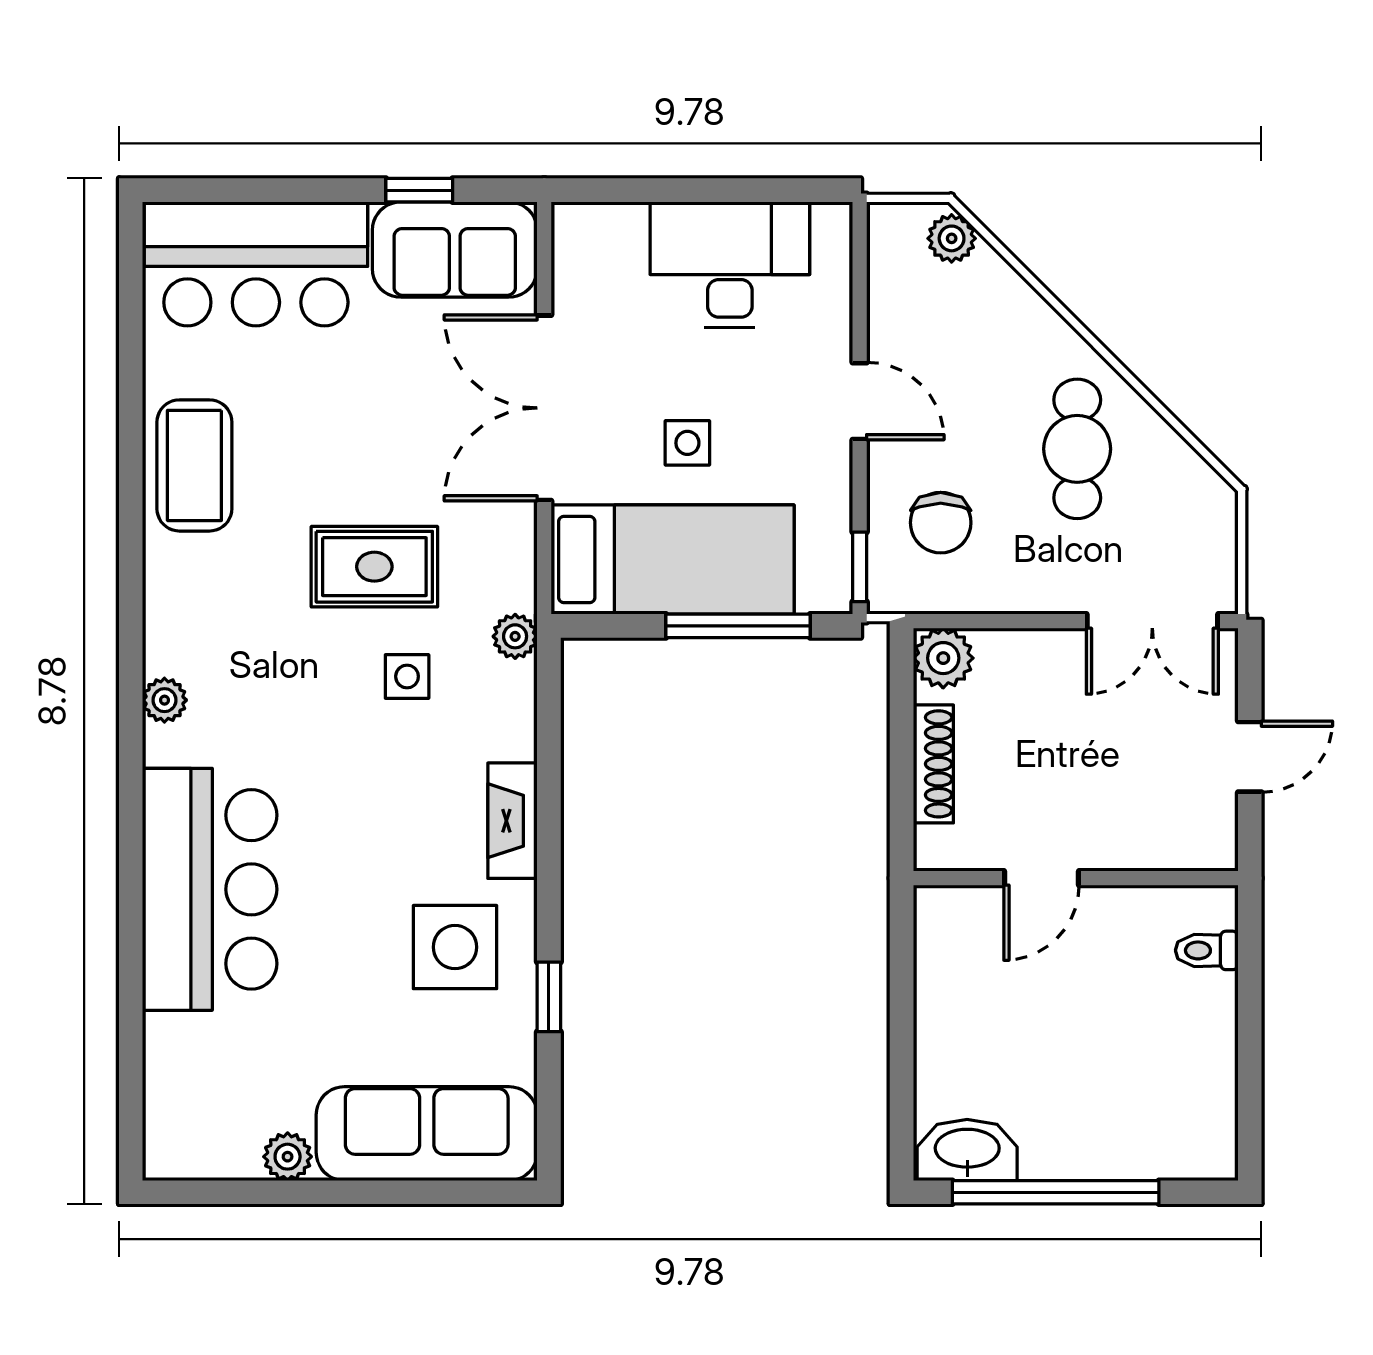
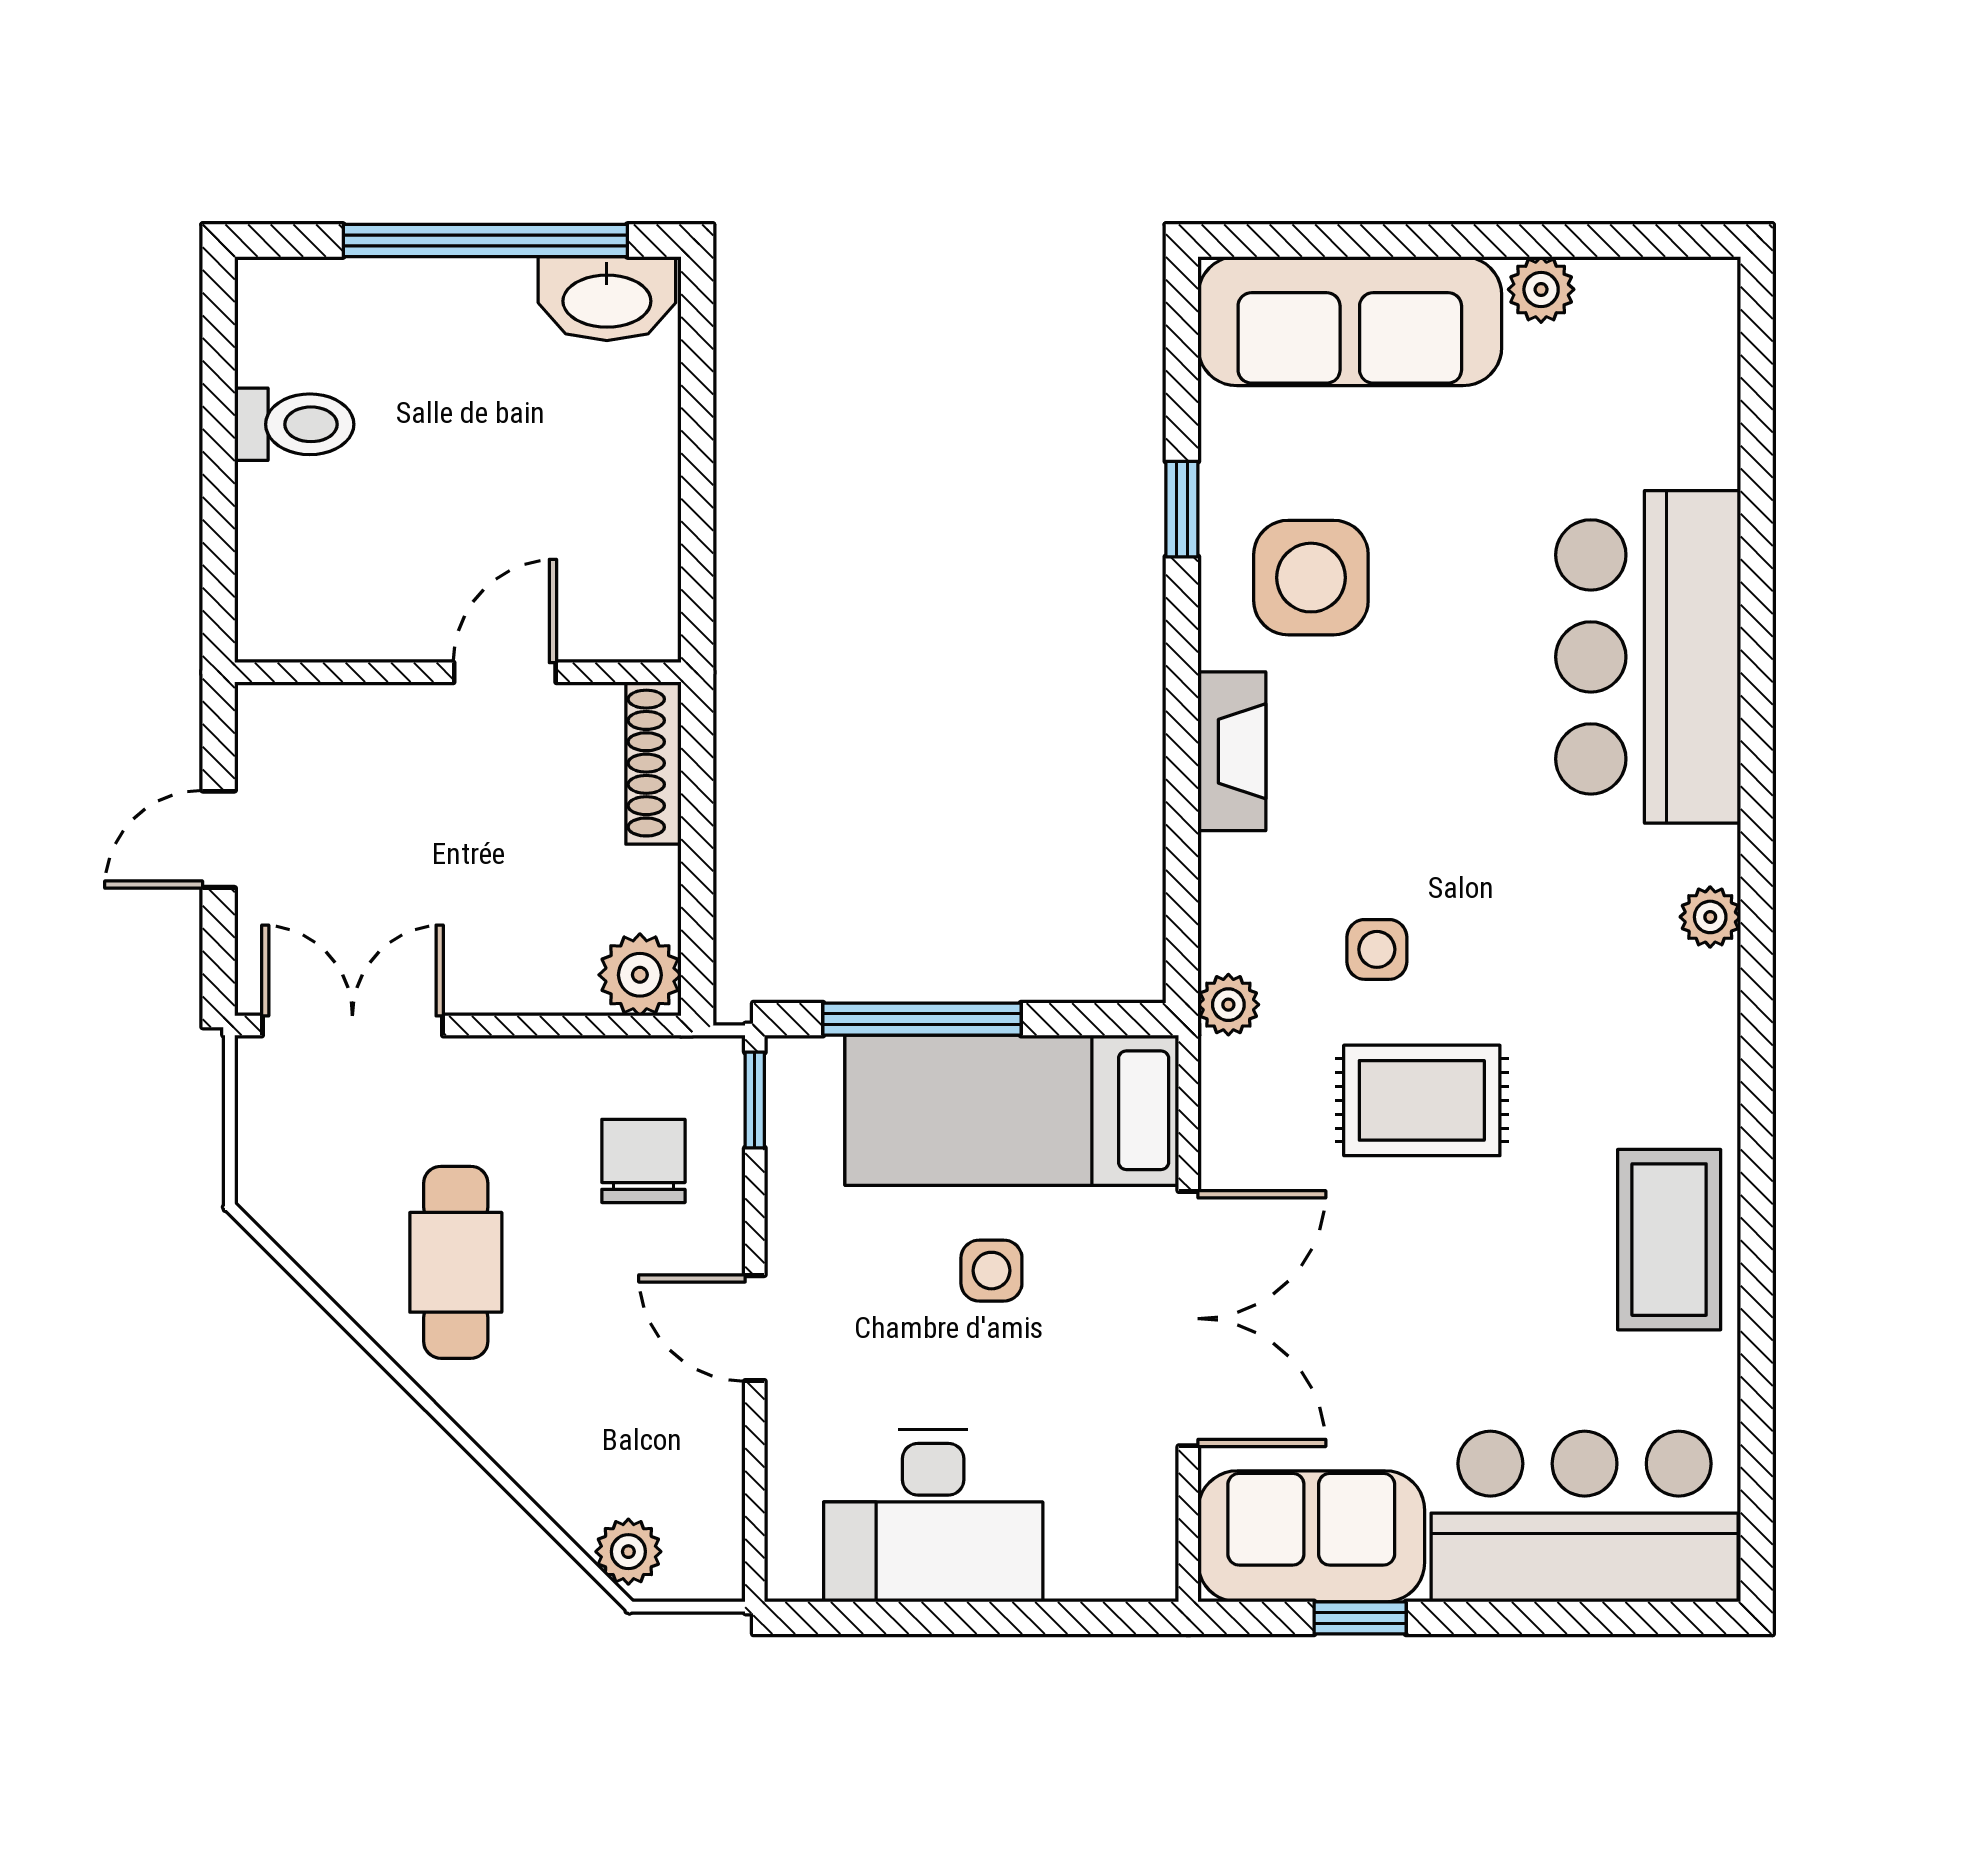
shoe rack: (933, 764) -> (653, 763), moved
toilet: (1207, 950) -> (294, 424), moved, width x1.37, depth x1.39

